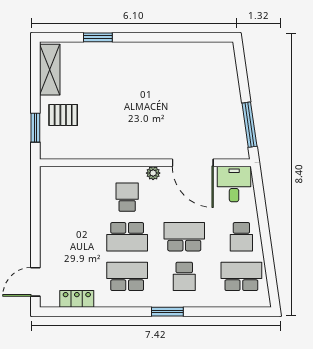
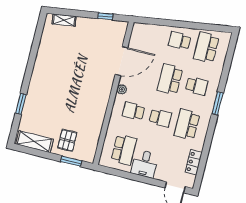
shelving: (230, 68) -> (64, 20), added
window: (249, 125) -> (105, 16), width x0.46
desk: (234, 184) -> (145, 164), moved, turned -90
school desk: (70, 197) -> (124, 150), added
school desk: (127, 237) -> (160, 118), width x0.54
school desk: (241, 237) -> (180, 41), turned 180

